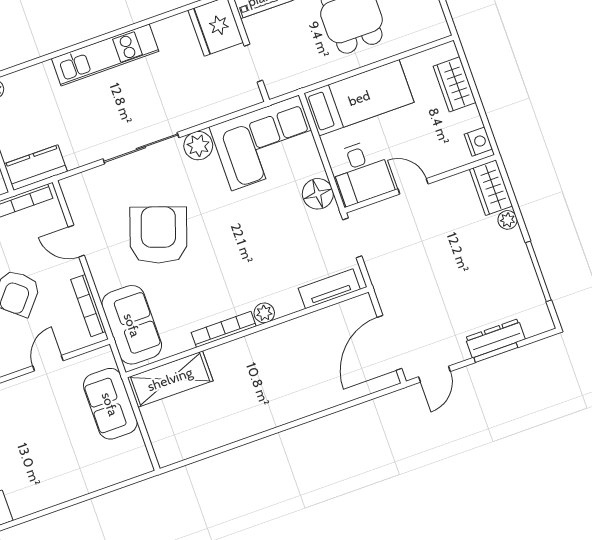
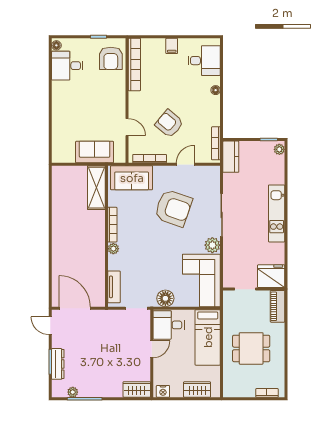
plant: (508, 220) -> (73, 392), moved

